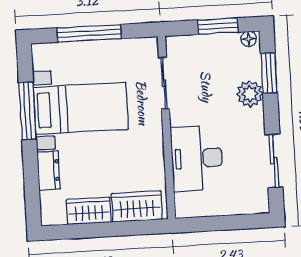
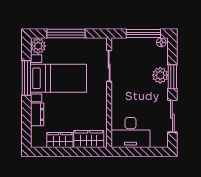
window: (218, 26) -> (143, 34), width x1.44
plant: (44, 57) -> (38, 46), added
window: (269, 73) -> (172, 77), moved
desk: (197, 158) -> (130, 132), moved, turned -90

